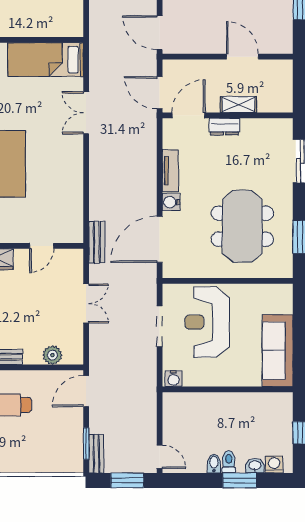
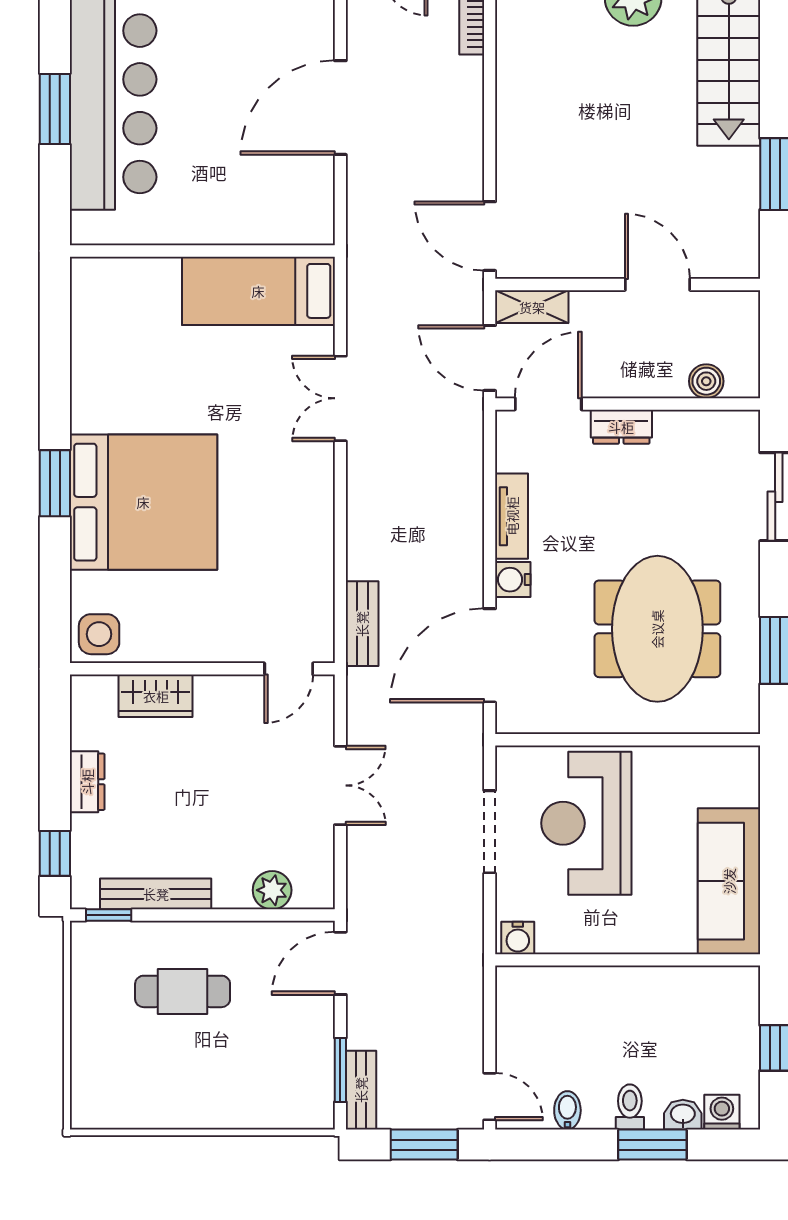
boiler: (266, 104) -> (706, 381), added
shelving: (238, 105) -> (532, 307), moved
bench: (97, 242) -> (362, 624), moved
door: (42, 246) -> (289, 669), moved
bidet: (214, 464) -> (567, 1110), moved

